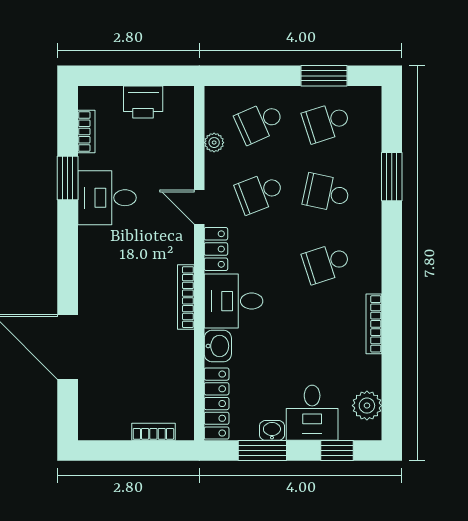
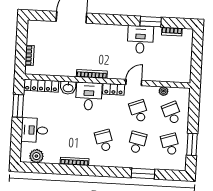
printer: (143, 102) -> (184, 59), removed
washbasin: (272, 430) -> (27, 111), removed
window: (337, 451) -> (16, 141), removed

